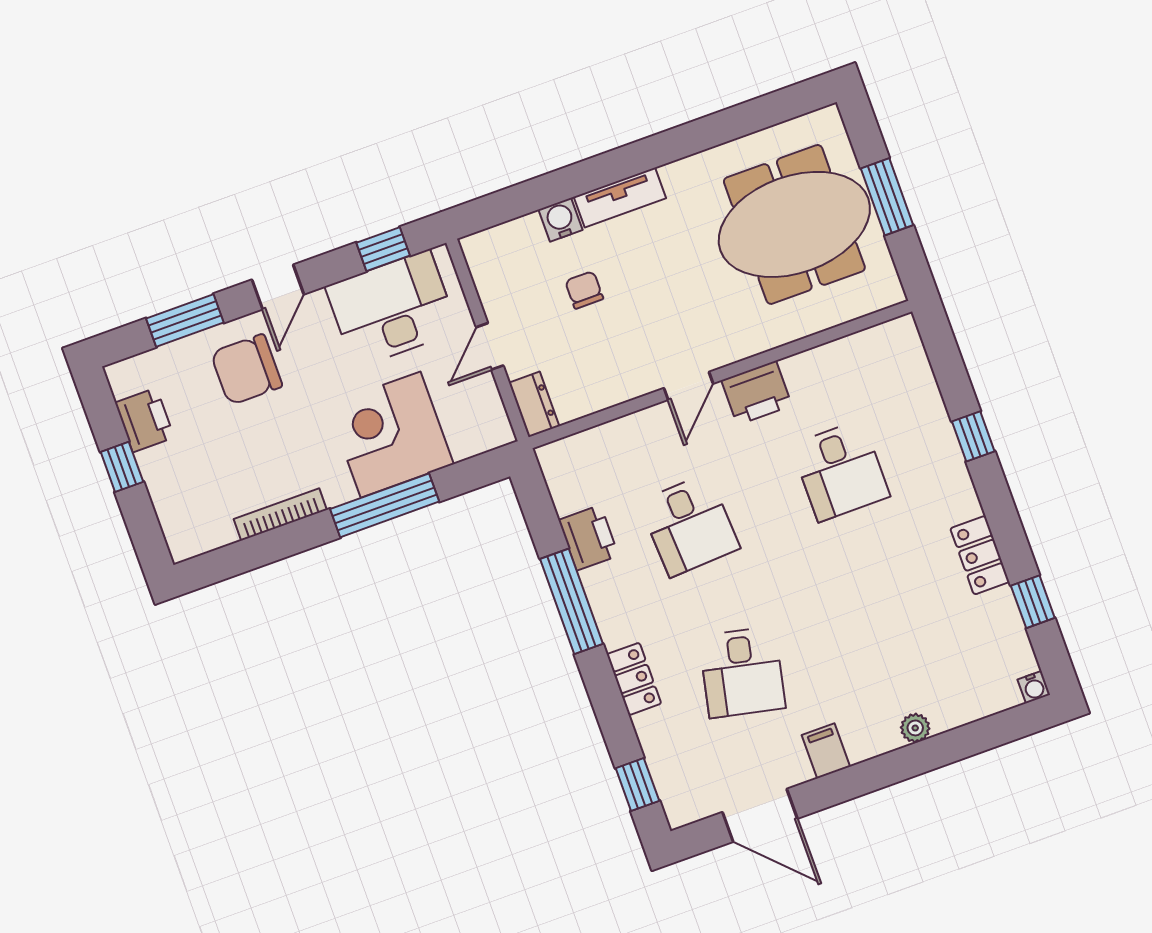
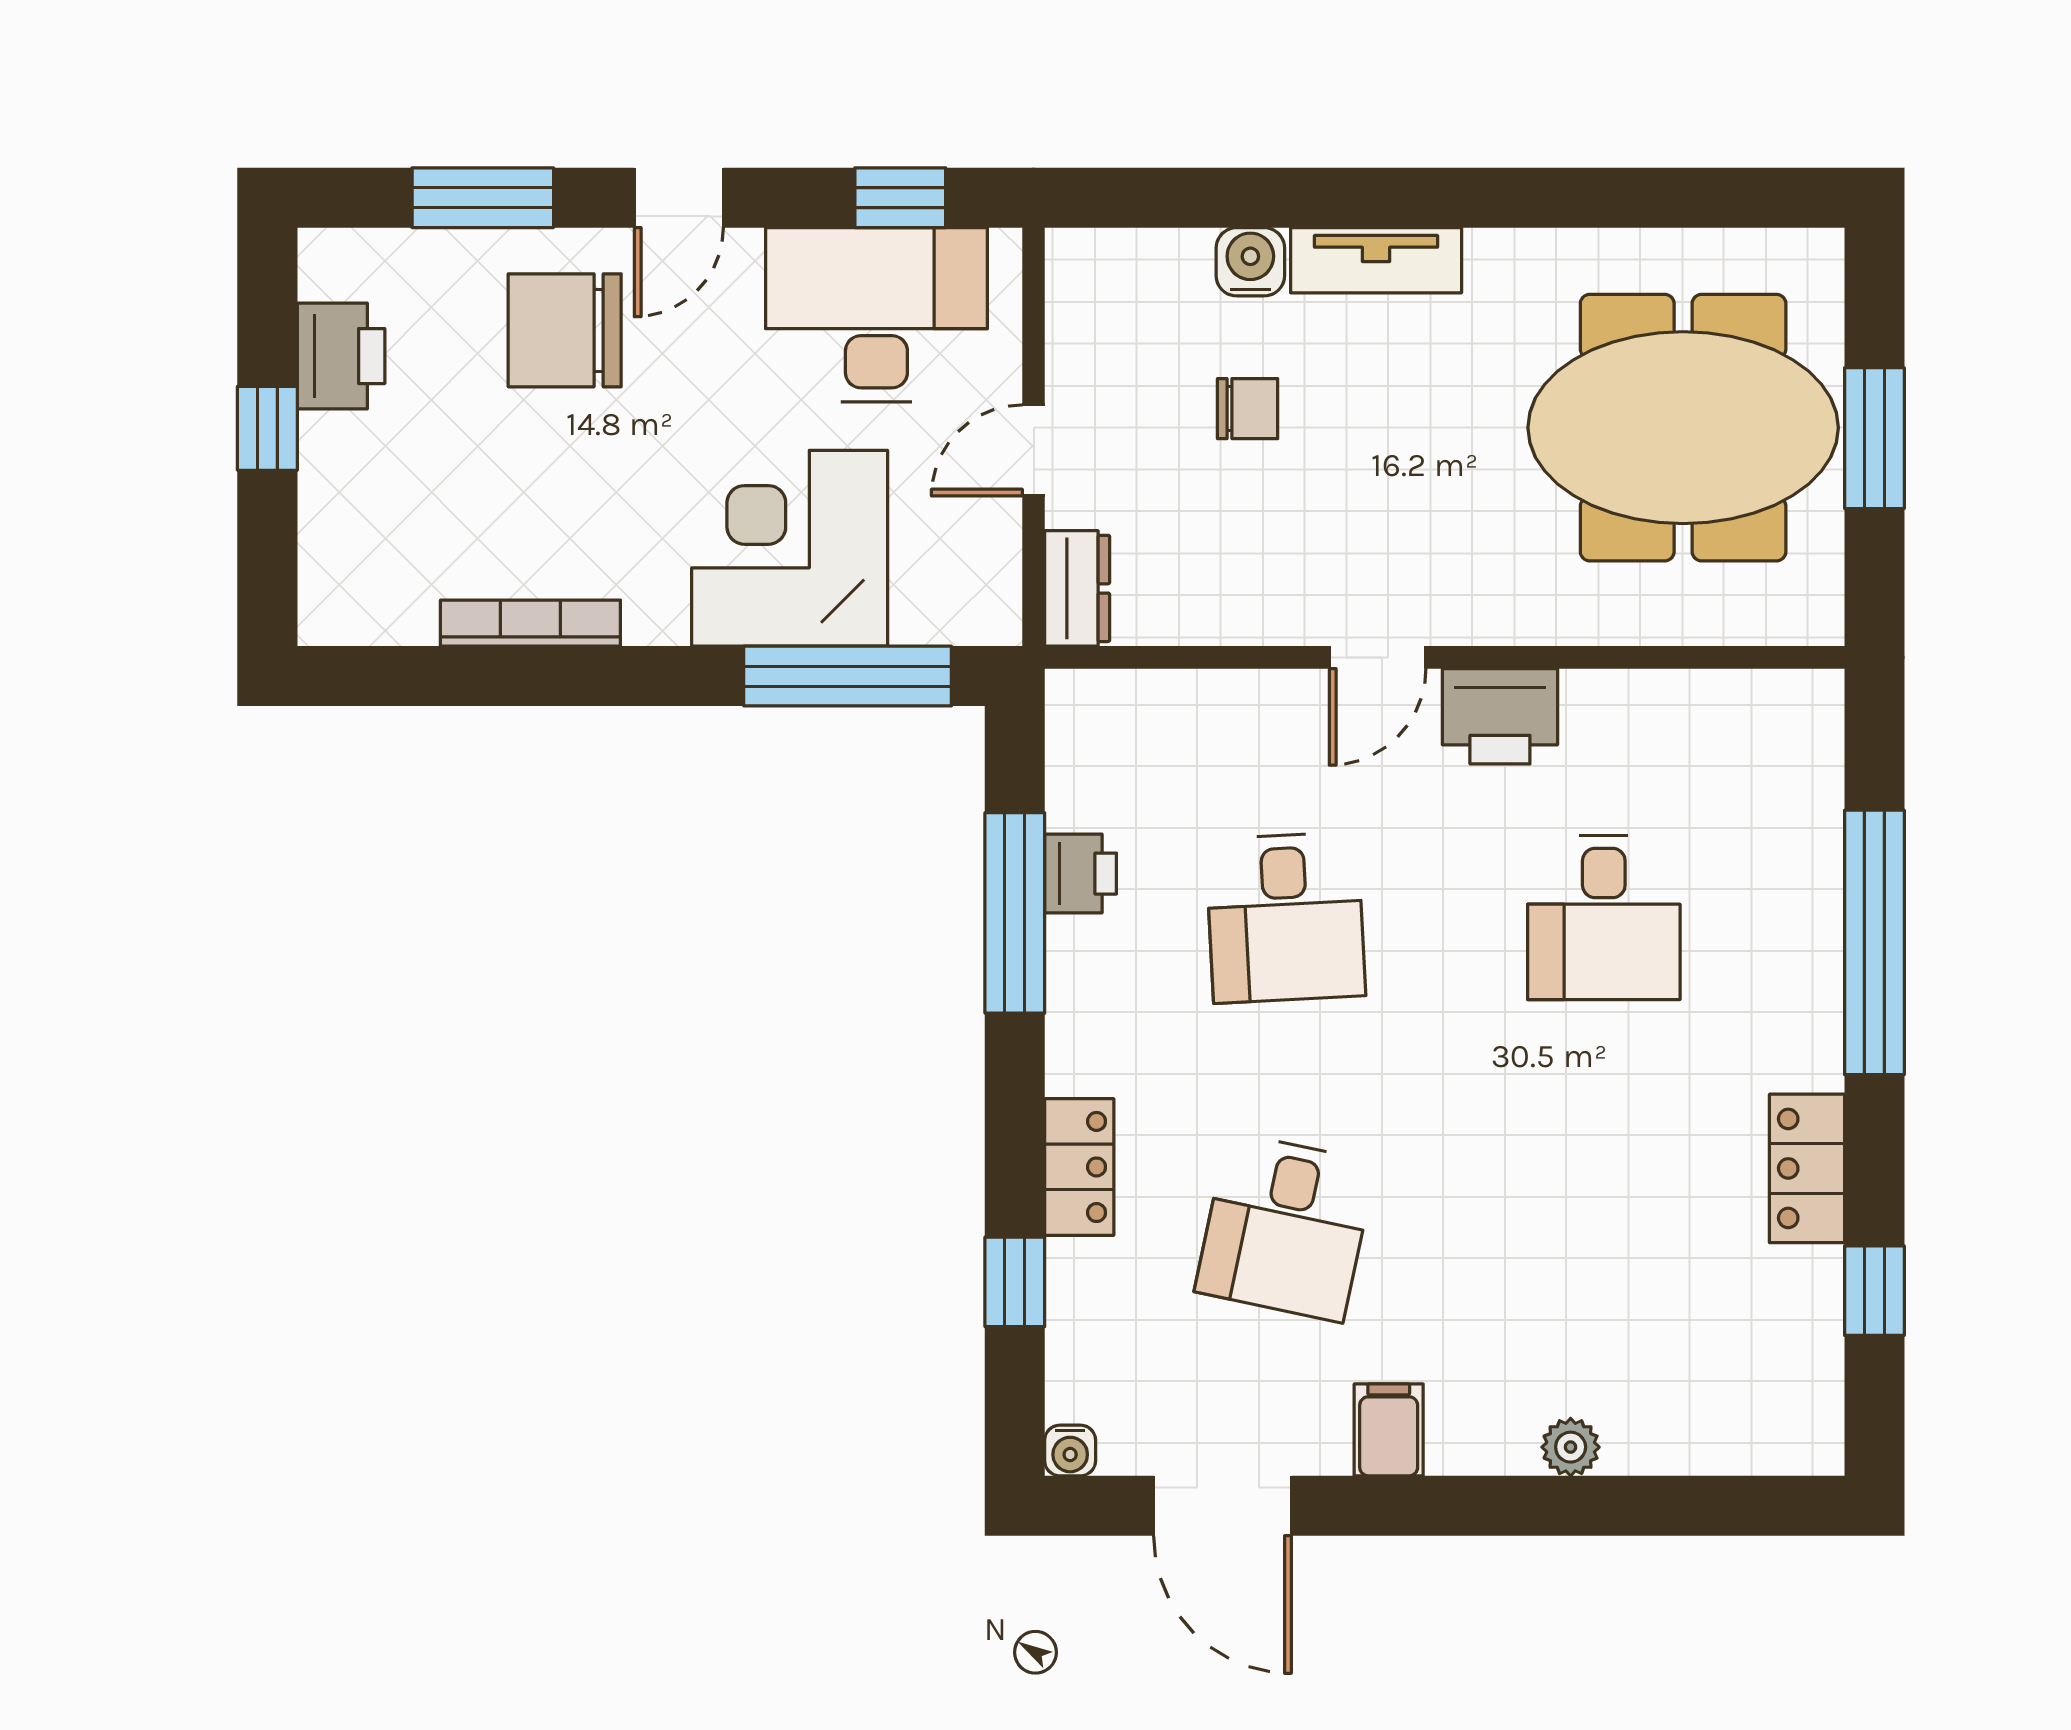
chair: (584, 290) -> (1248, 409), turned 90
window: (973, 436) -> (1874, 942), width x3.17
window: (385, 505) -> (848, 676), moved
printer: (588, 538) -> (1081, 874), width x0.73, depth x0.81
window: (571, 601) -> (1015, 913), moved
water cooler: (1034, 687) -> (1070, 1450), moved
window: (637, 785) -> (1015, 1282), moved

